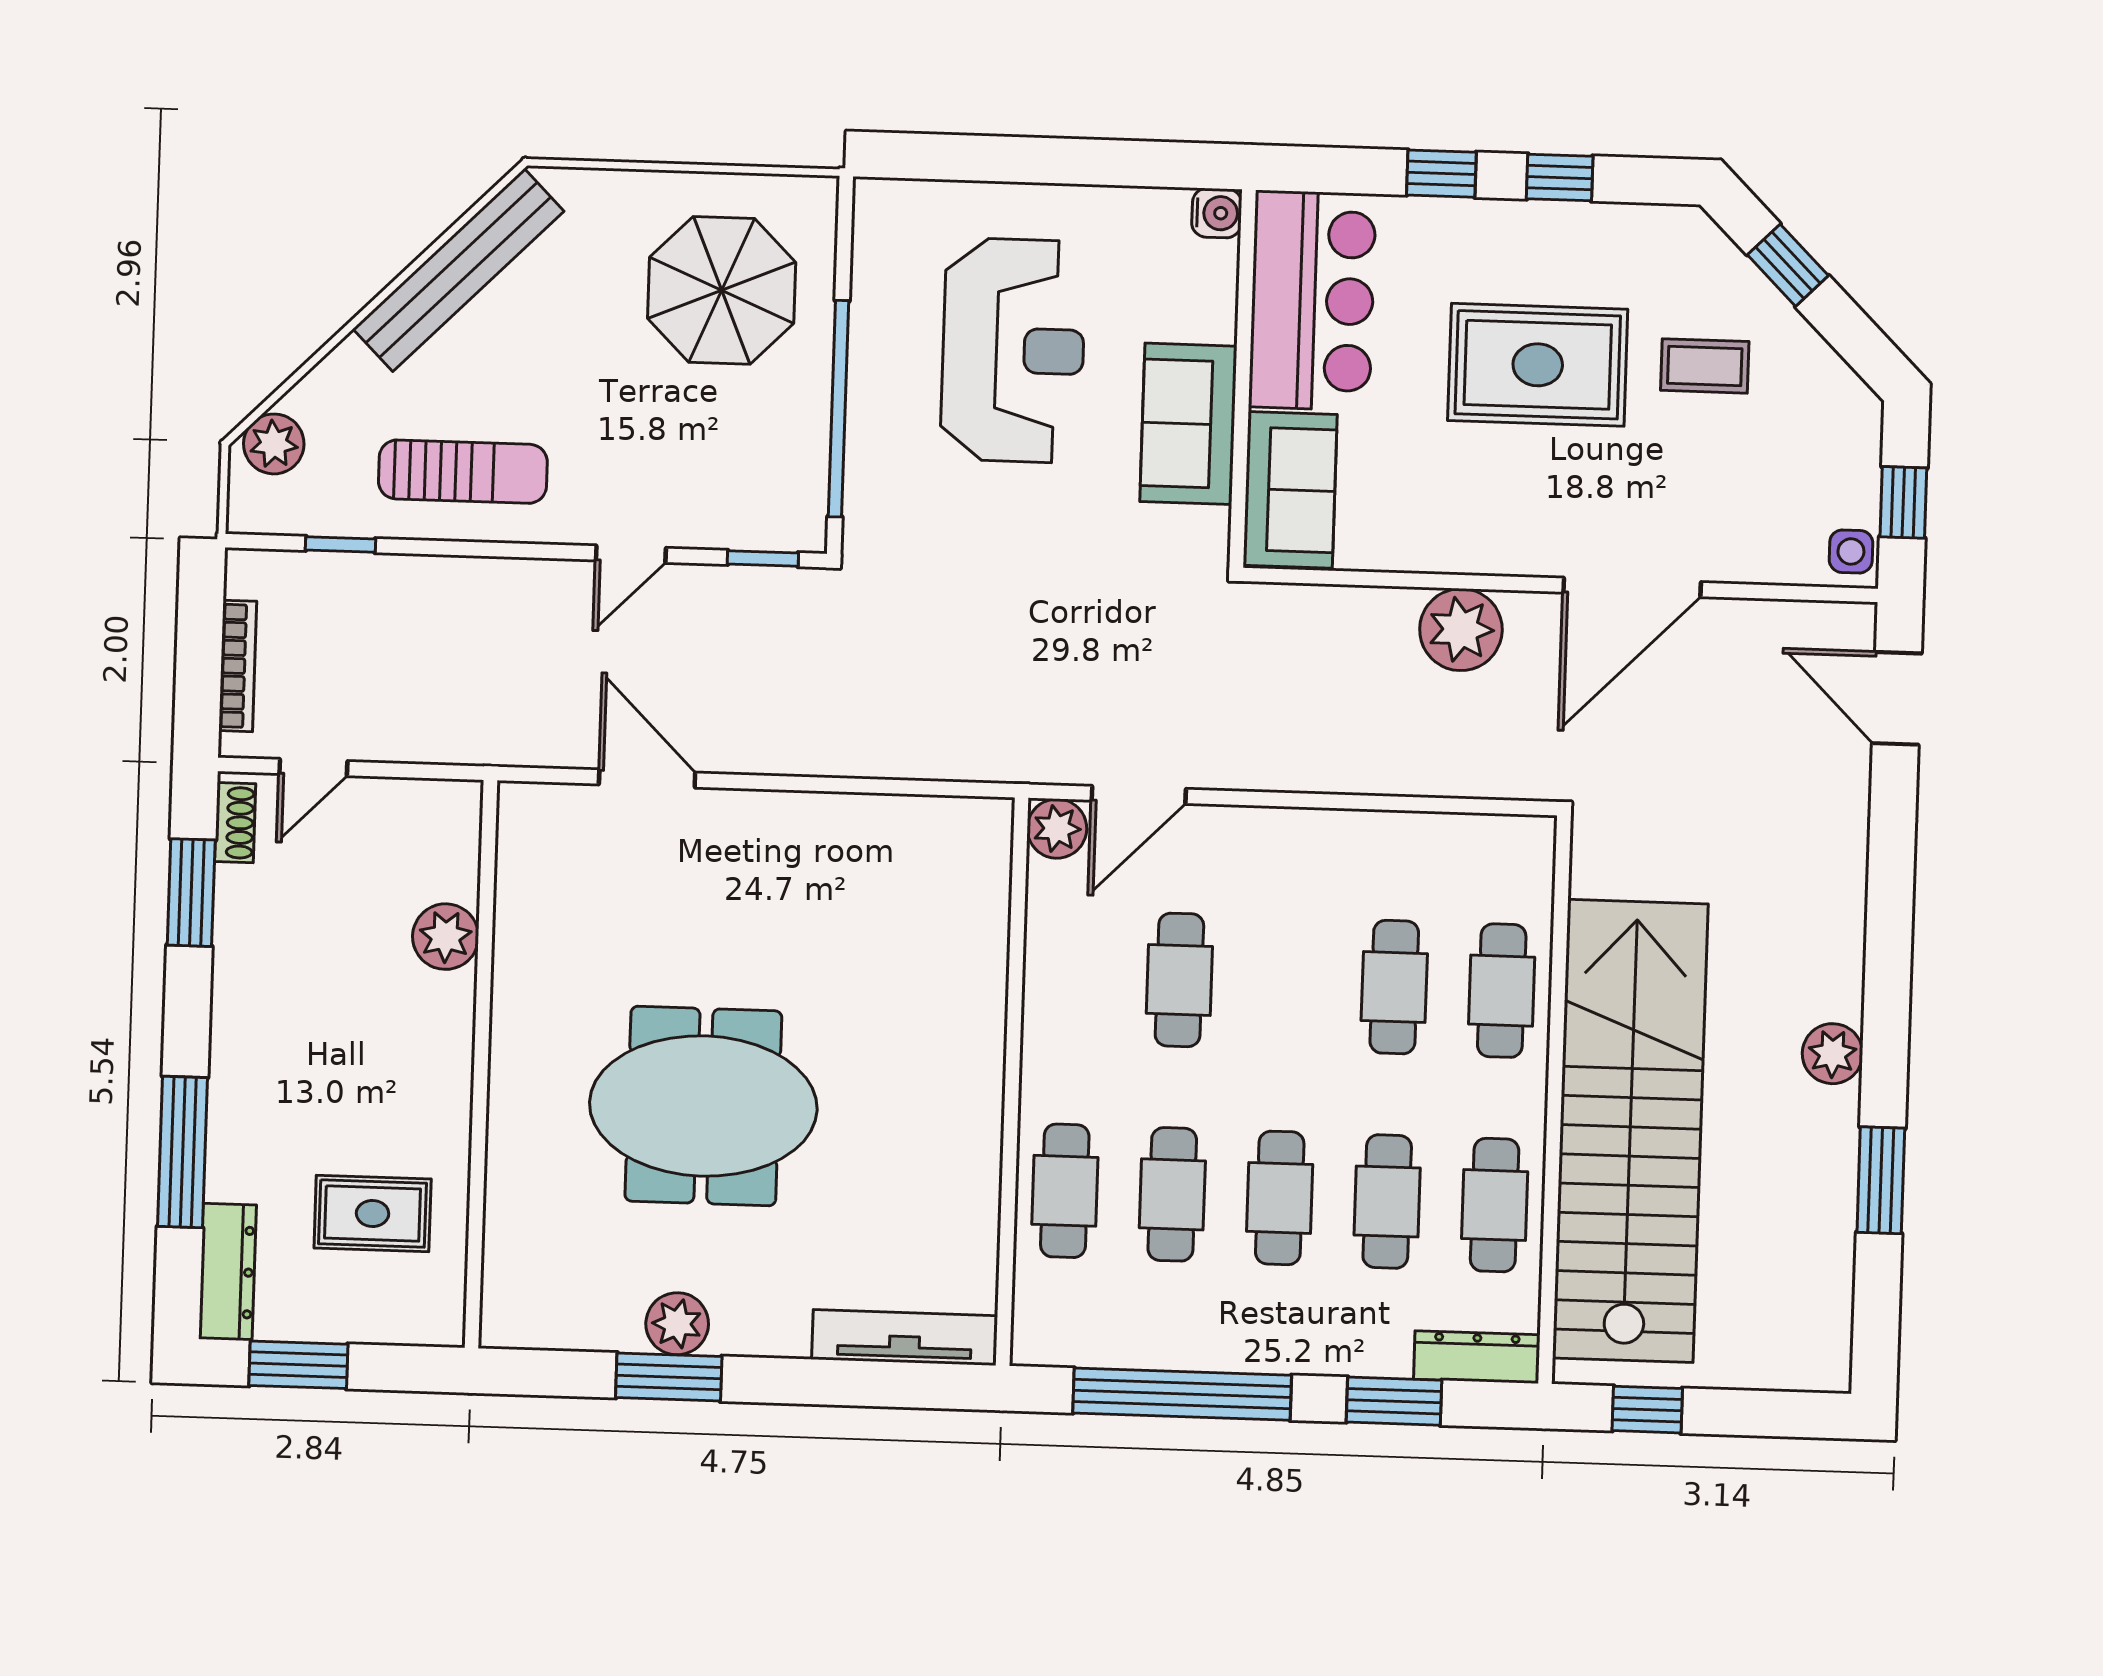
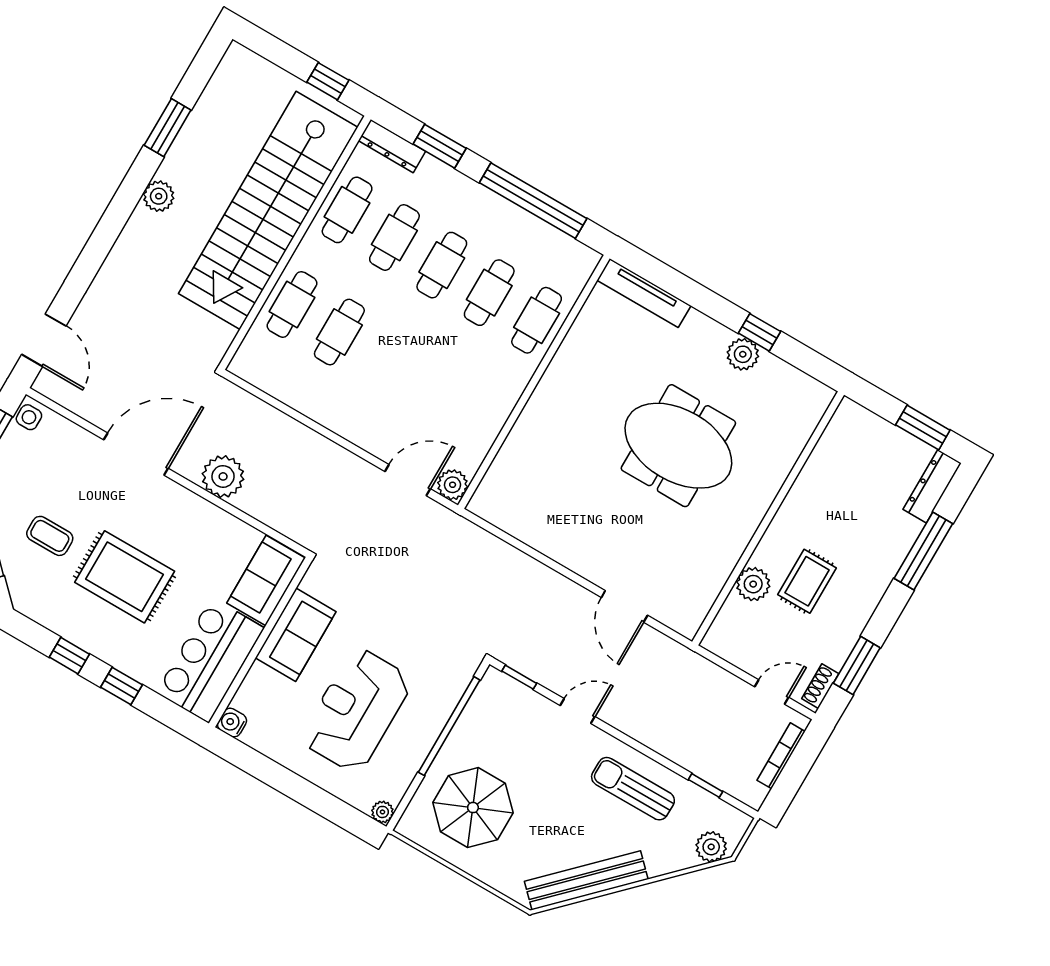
plant: (874, 199) -> (382, 812), added
cafe table: (1179, 980) -> (434, 387), removed
rug: (373, 1214) -> (807, 581), moved, turned 90
window: (669, 1377) -> (759, 332), width x0.67

